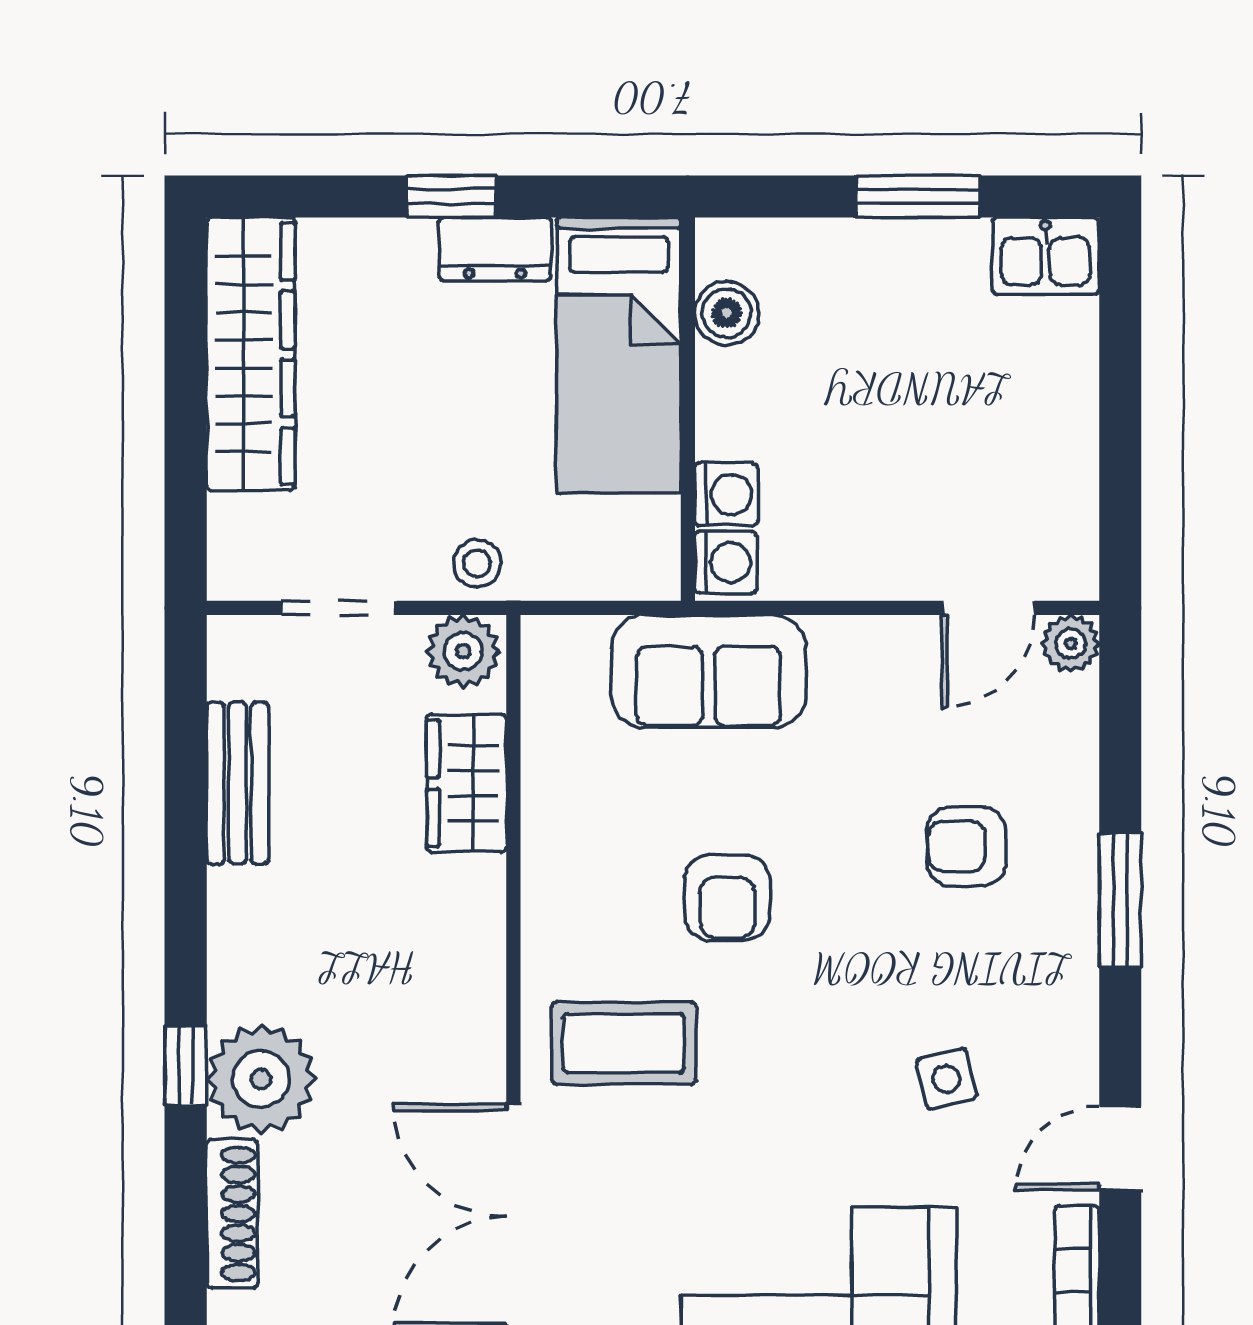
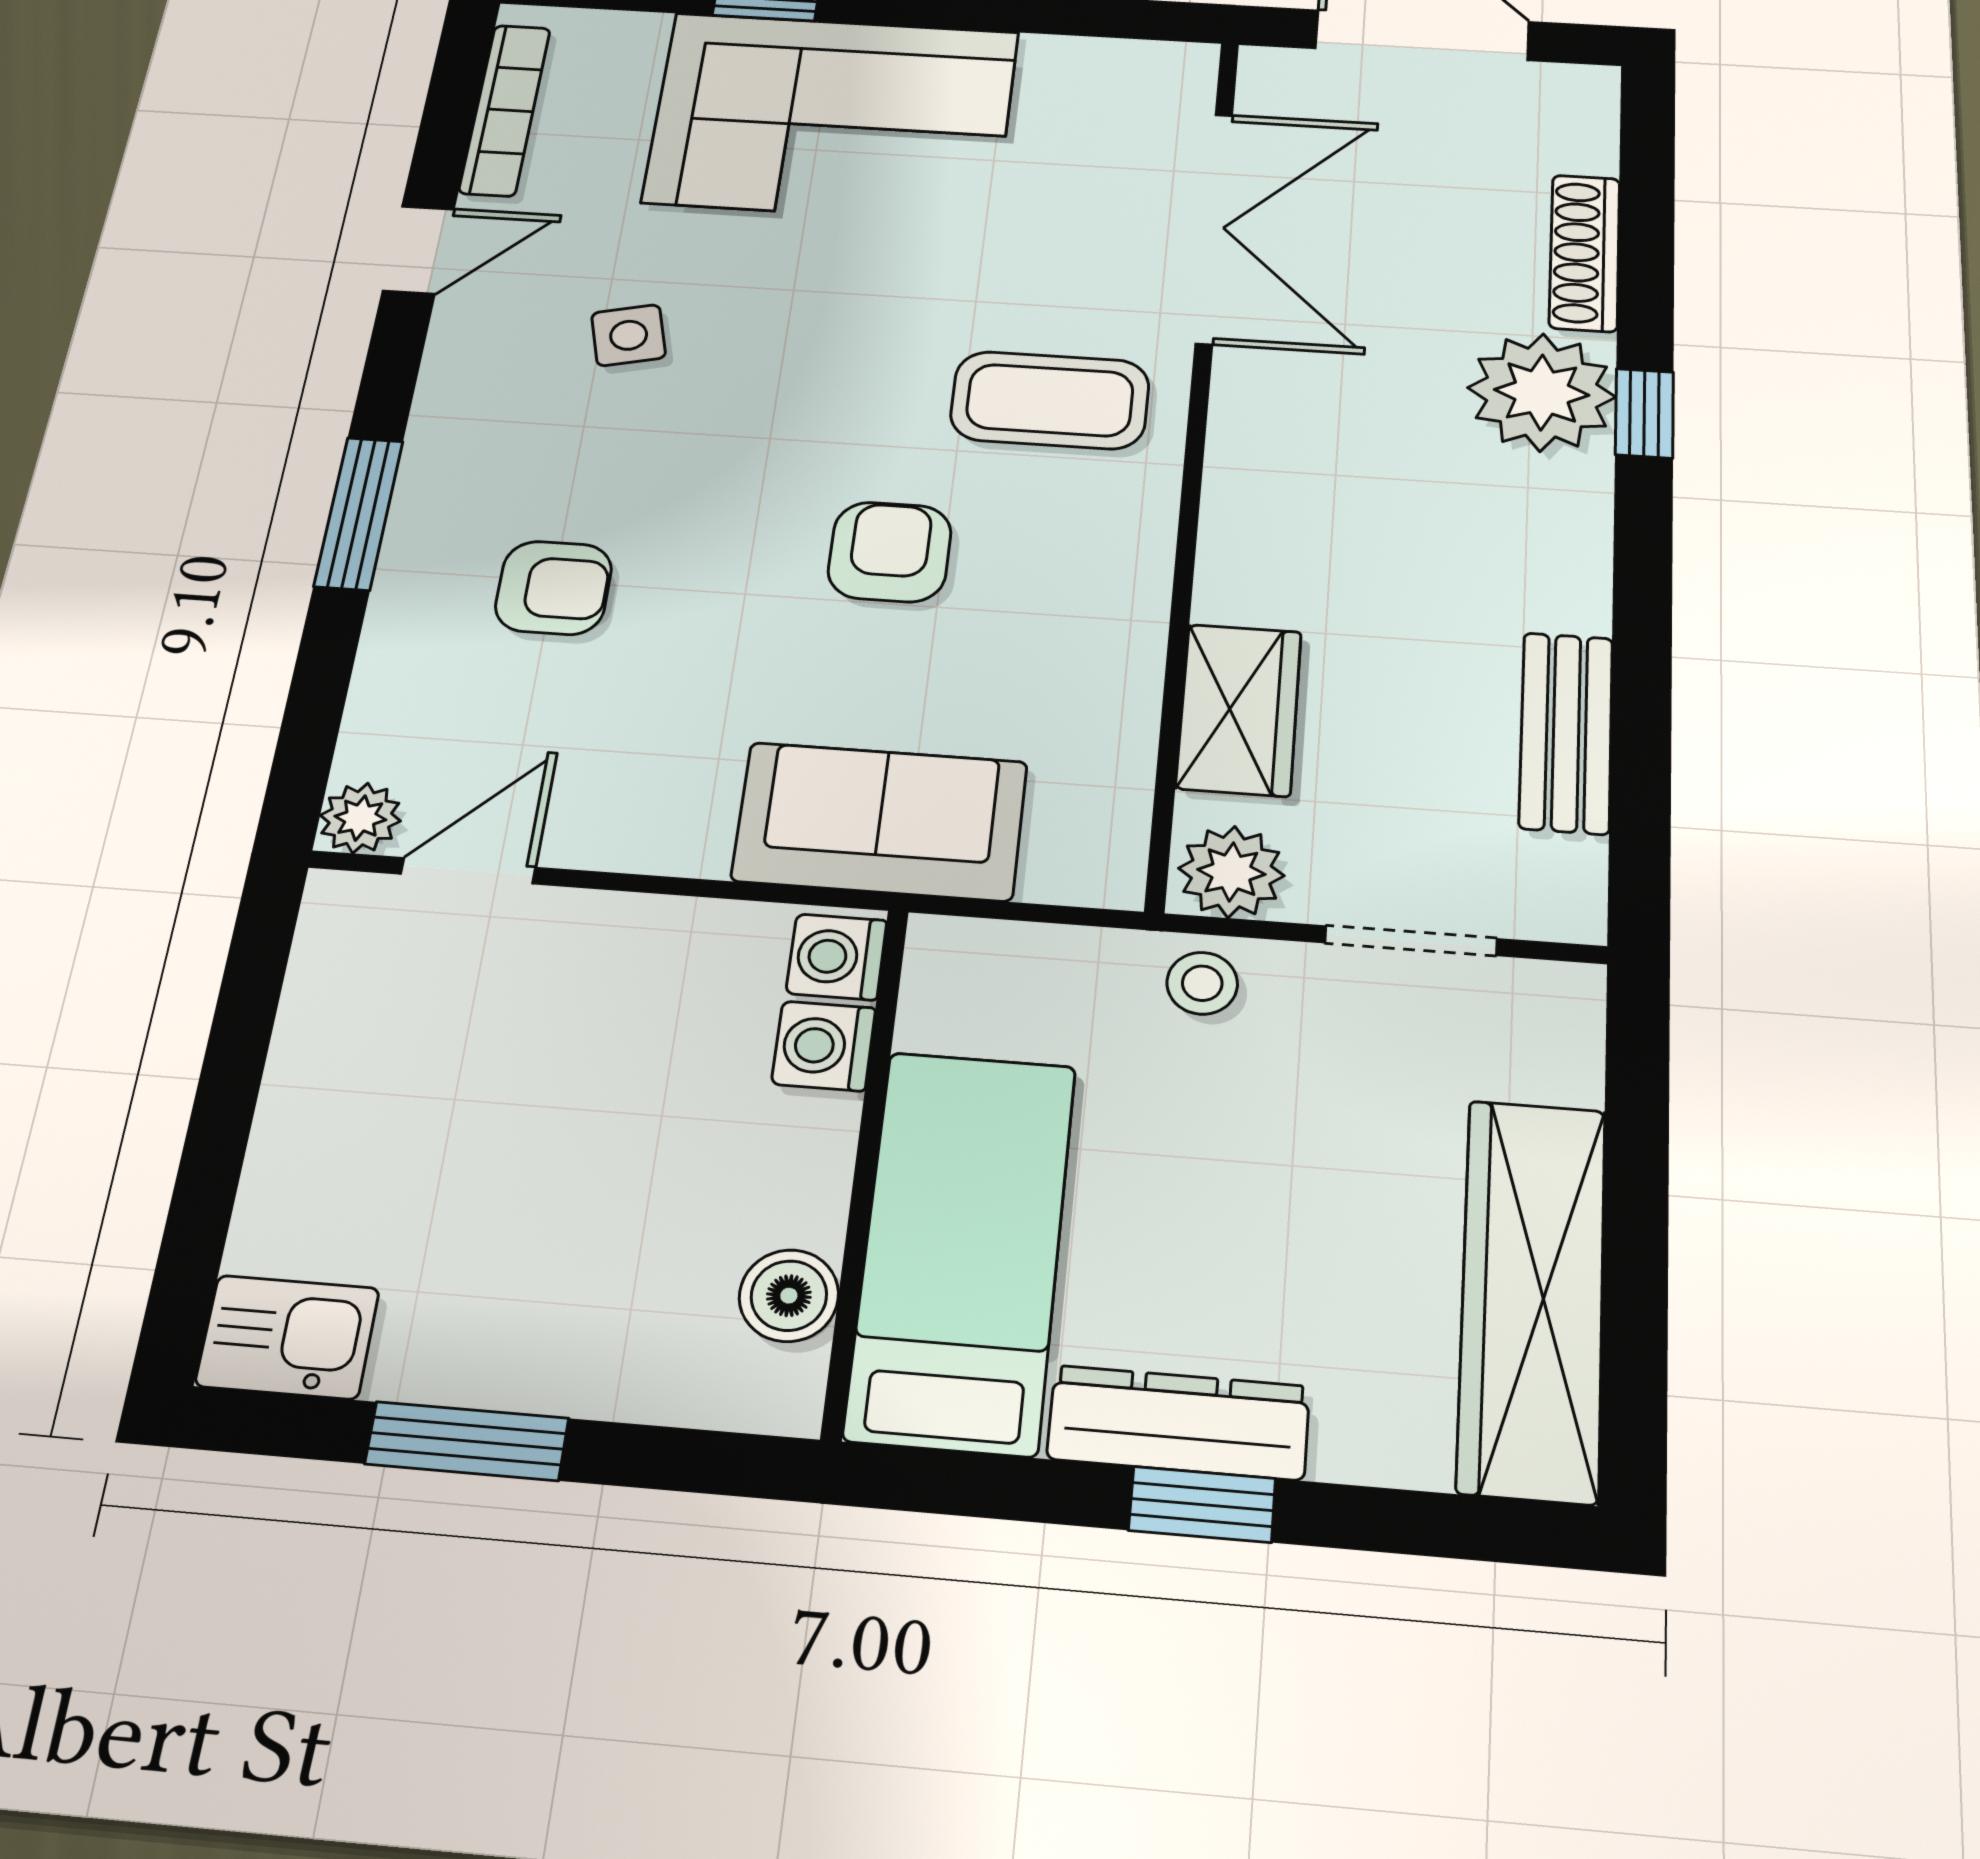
dresser: (495, 249) -> (1178, 1423), width x1.44

